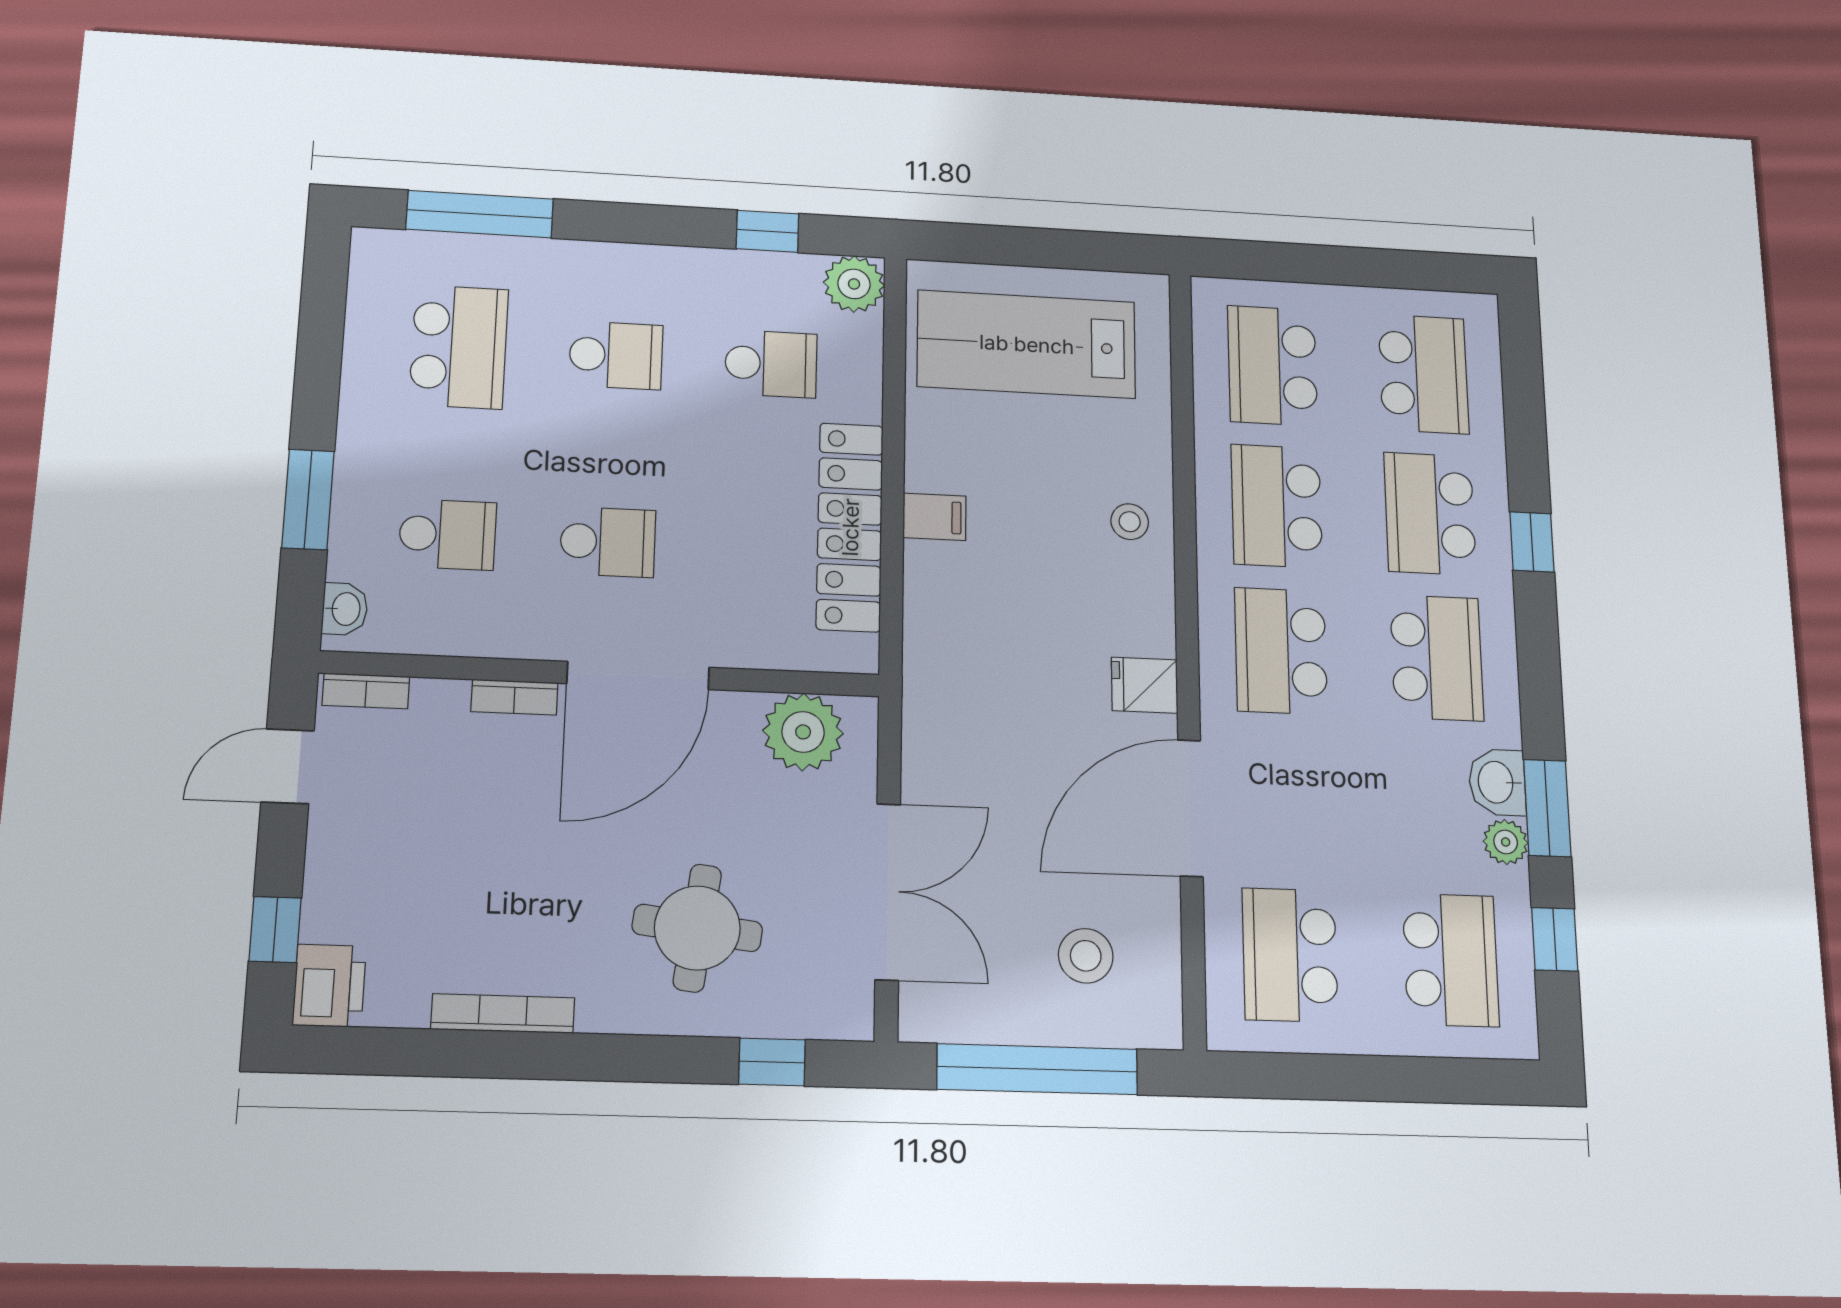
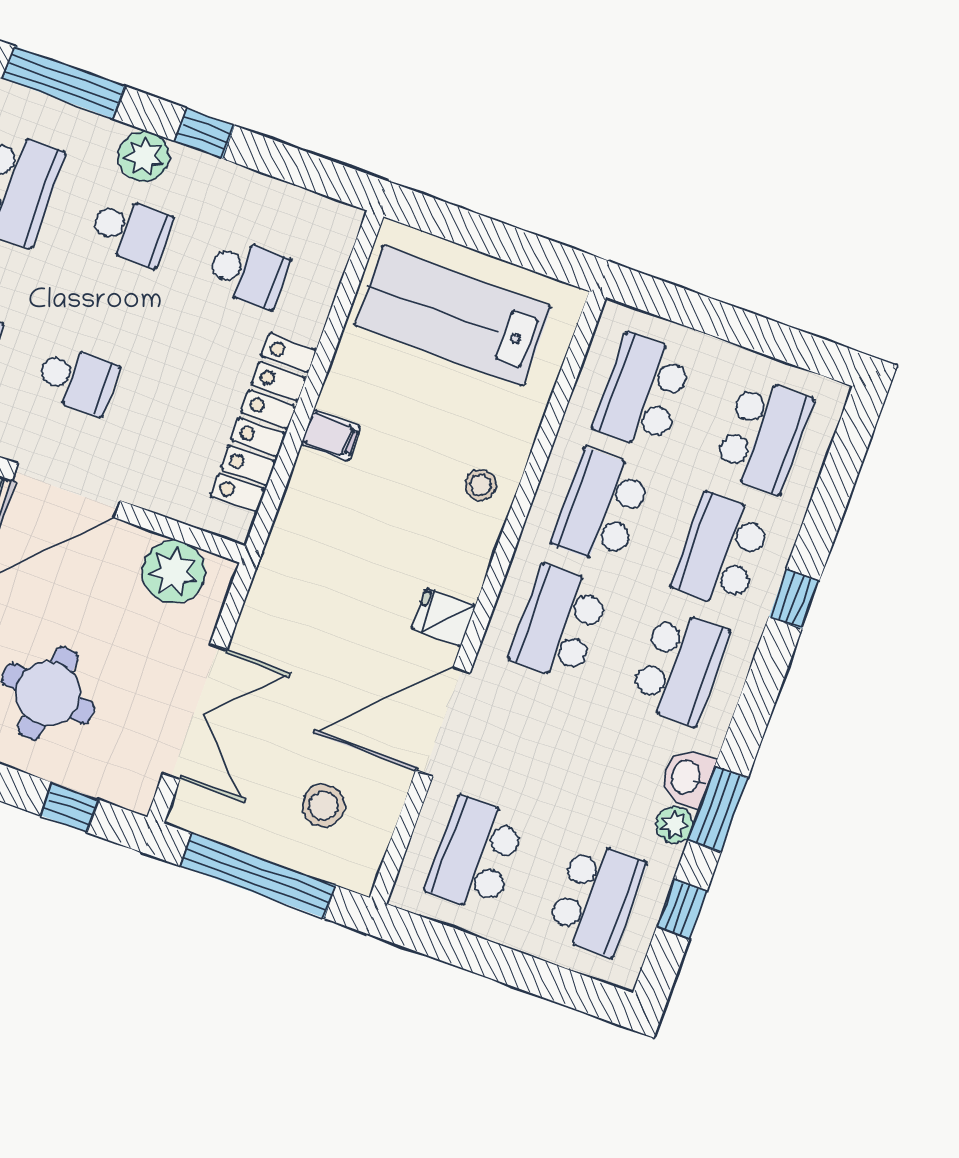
window: (768, 231) -> (205, 133), moved
plant: (854, 284) -> (144, 156), moved

